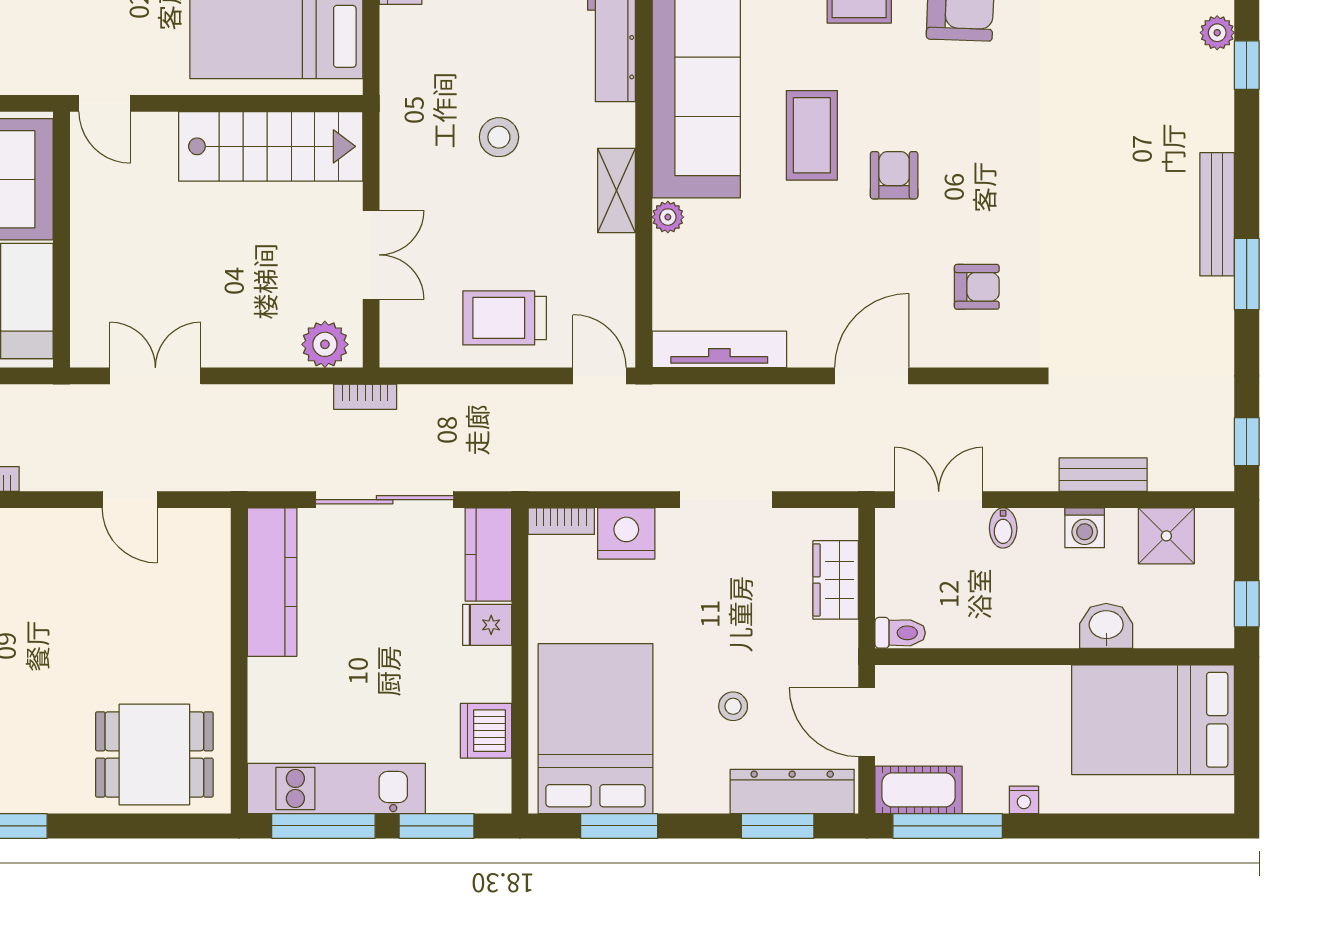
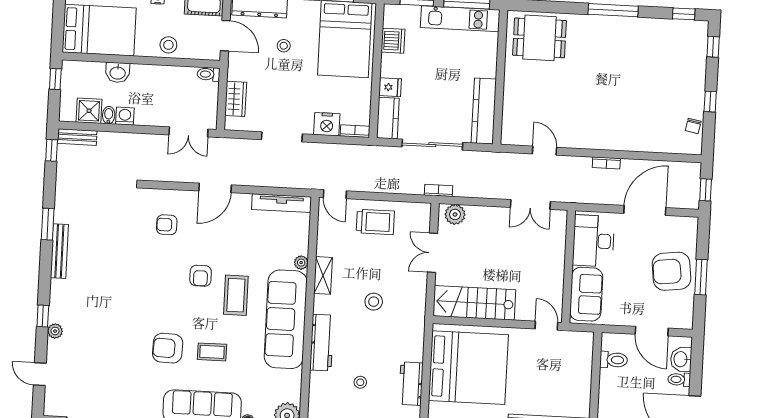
bench: (1103, 475) -> (77, 137), moved
bidet: (1003, 528) -> (109, 115), moved
stool: (994, 695) -> (168, 45), added

